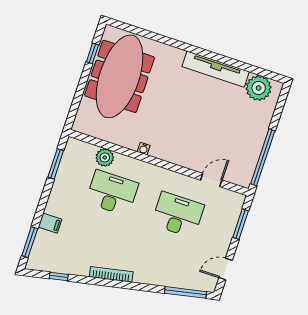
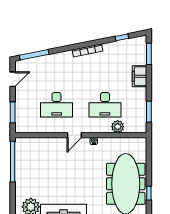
door: (211, 180) -> (74, 135), moved
filing cabinet: (50, 223) -> (140, 76), width x2.00

